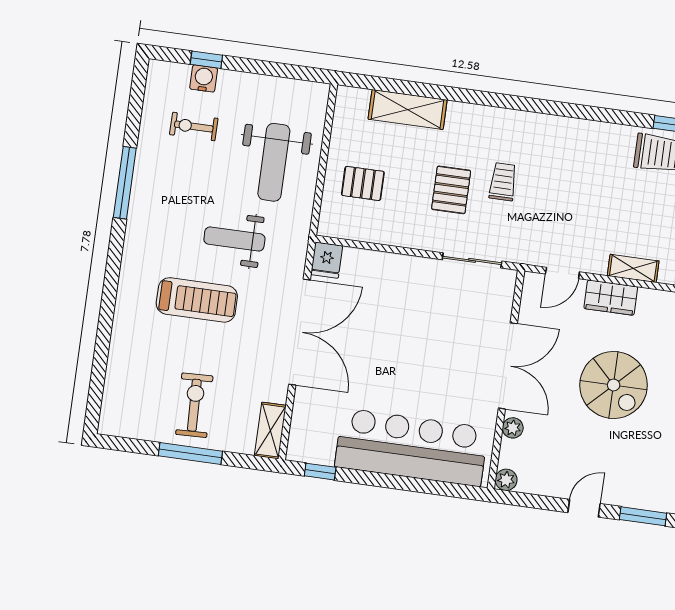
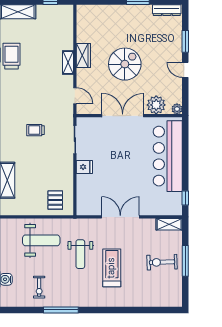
exercise bike: (194, 127) -> (39, 287), moved
pallet: (363, 183) -> (55, 200), moved
pallet: (451, 190) -> (43, 154), removed
fridge: (327, 260) -> (84, 167), moved
wardrobe: (611, 298) -> (83, 55), moved
double door: (299, 332) -> (120, 217), width x0.73
plant: (513, 428) -> (156, 105), width x1.88, depth x1.88

